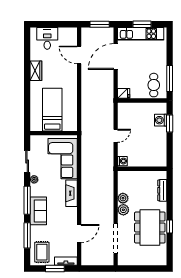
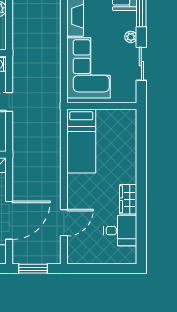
desk: (47, 38) -> (120, 231), moved, turned -90
door: (79, 55) -> (64, 223), hinge flipped
bed: (52, 110) -> (81, 141), moved

